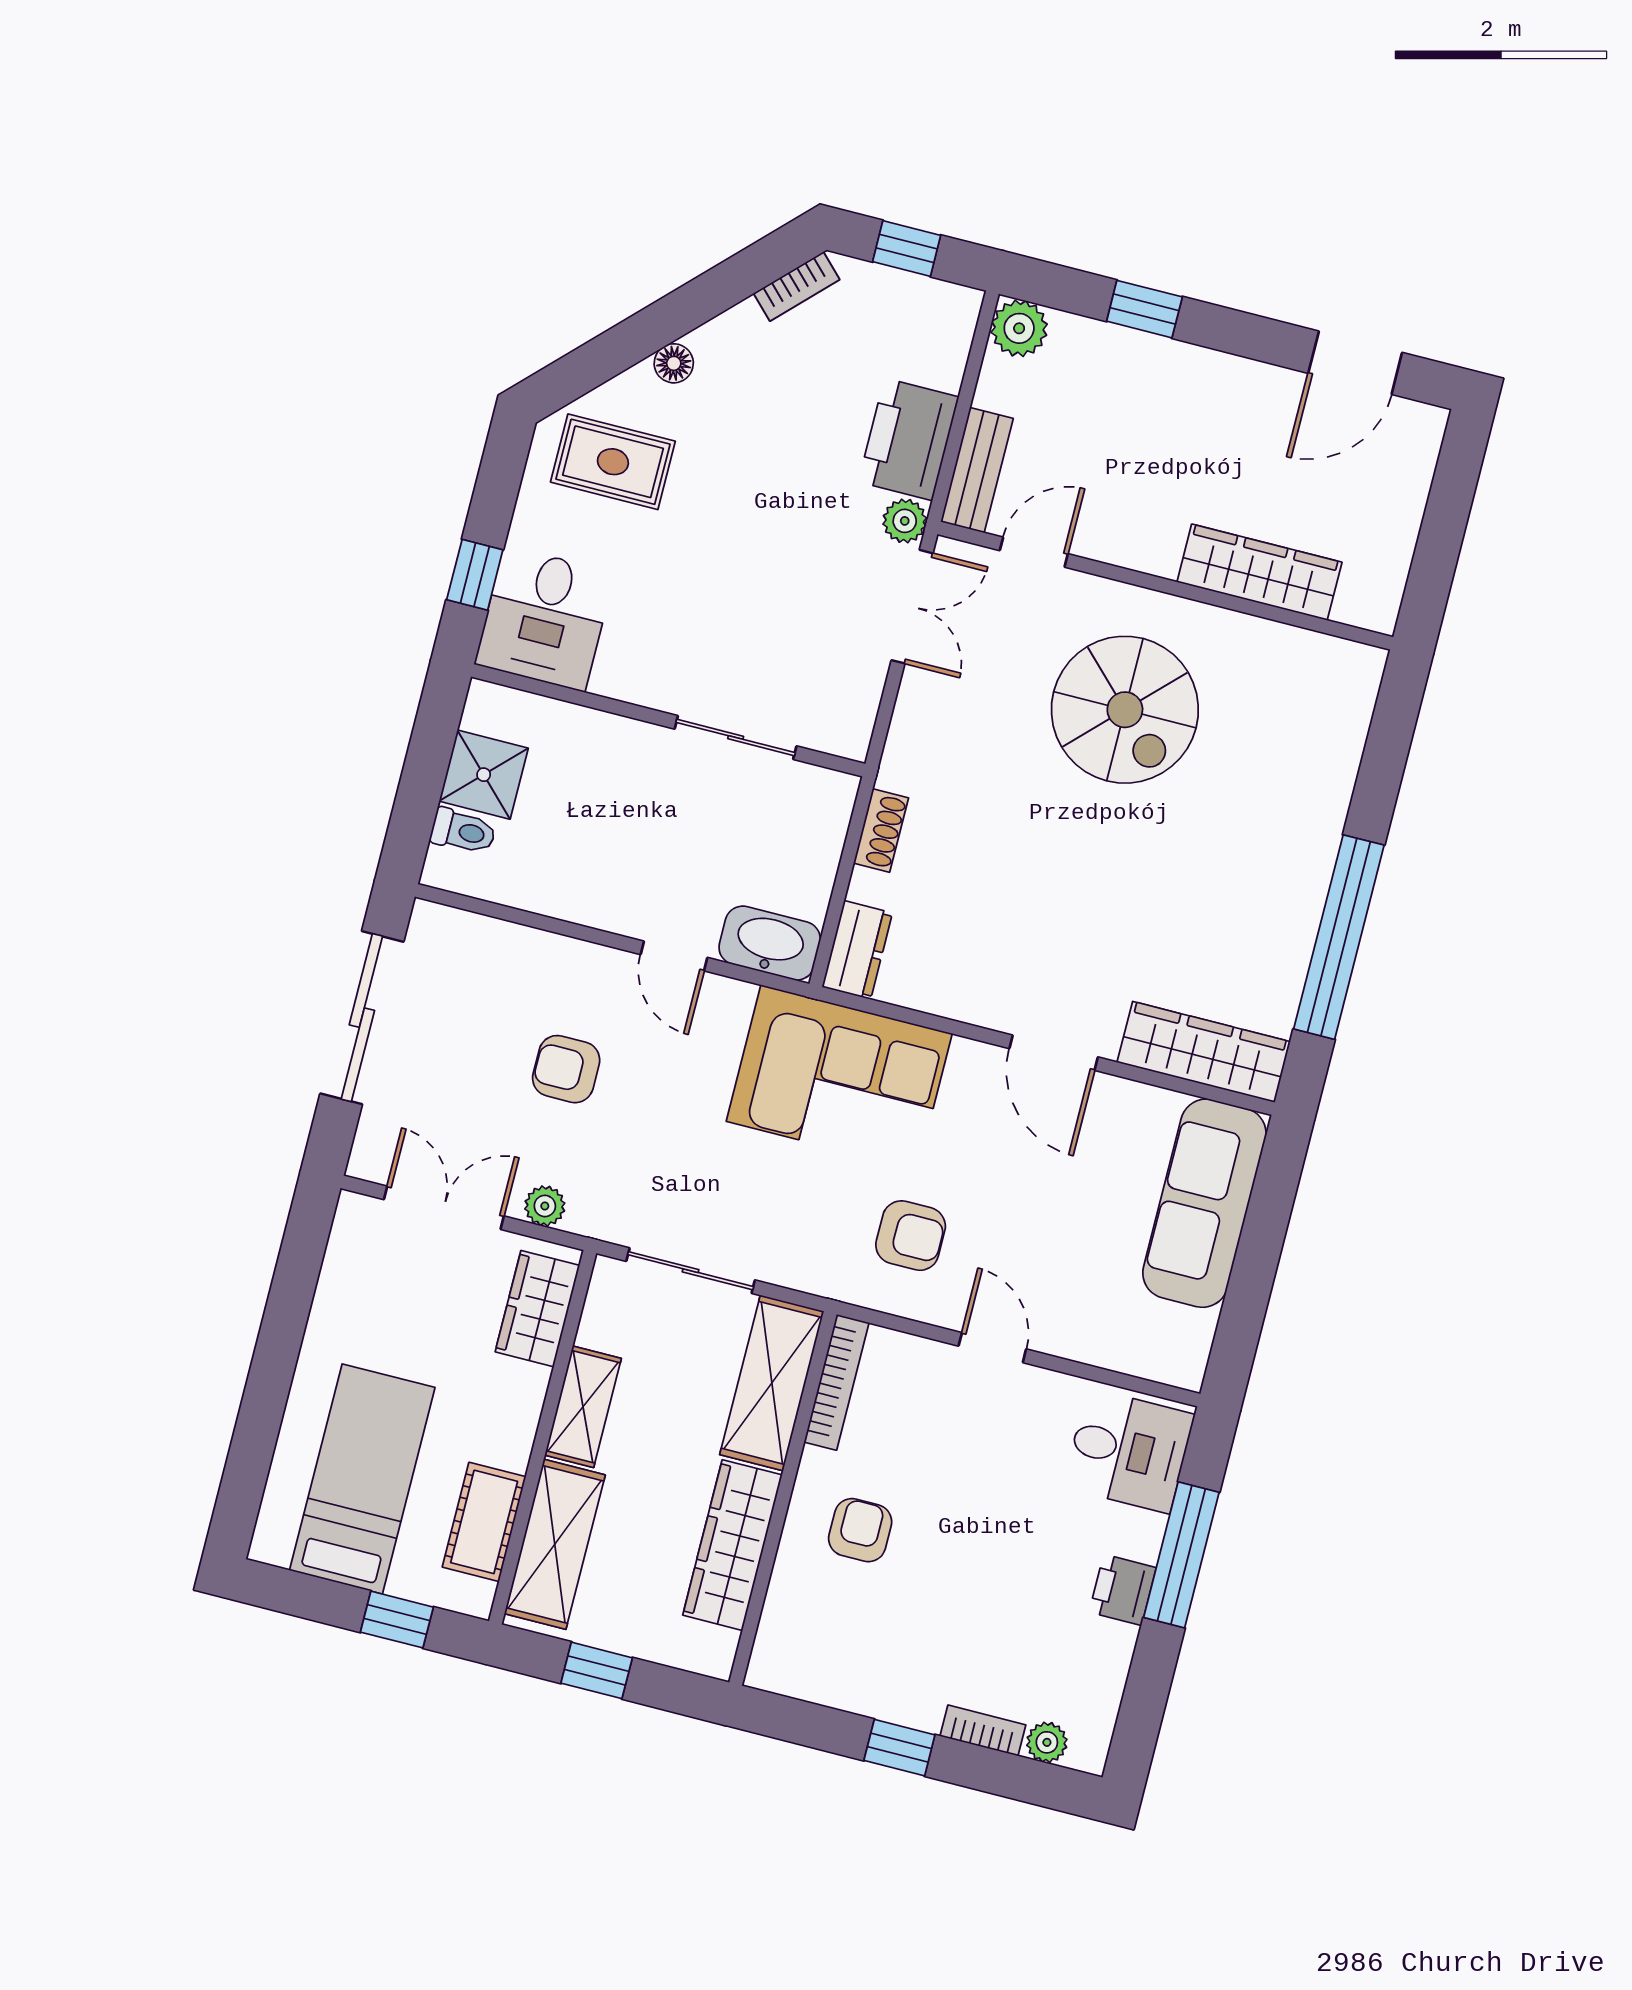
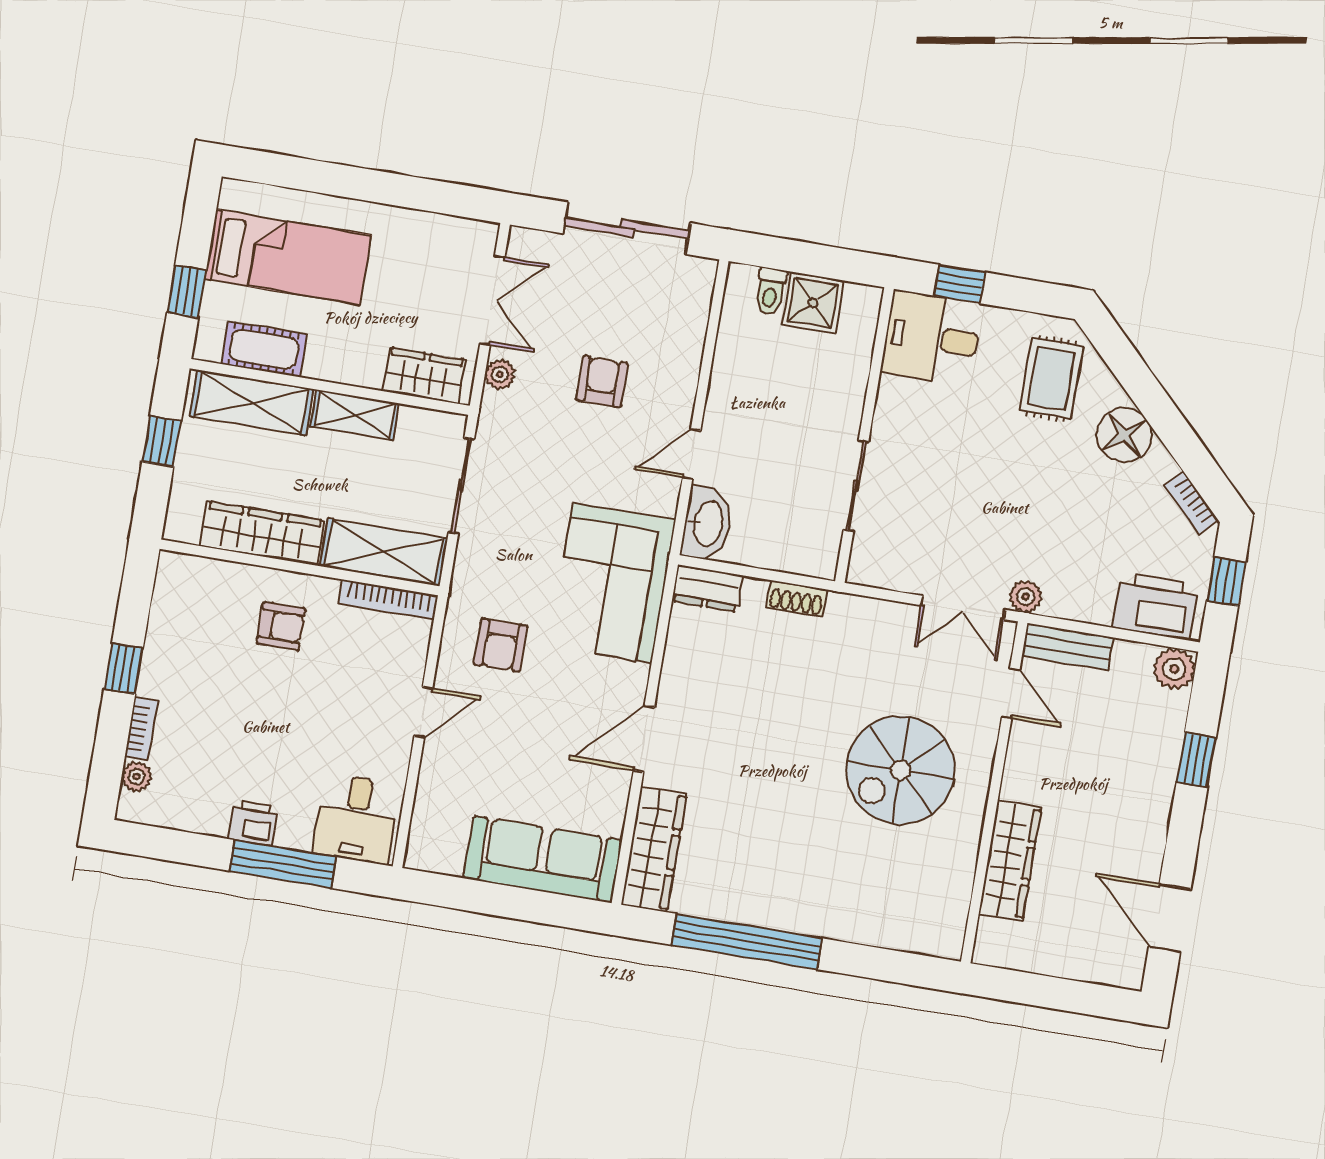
floor lamp: (674, 363) -> (1124, 435), width x1.89, depth x1.89
printer: (909, 439) -> (1156, 606), moved

